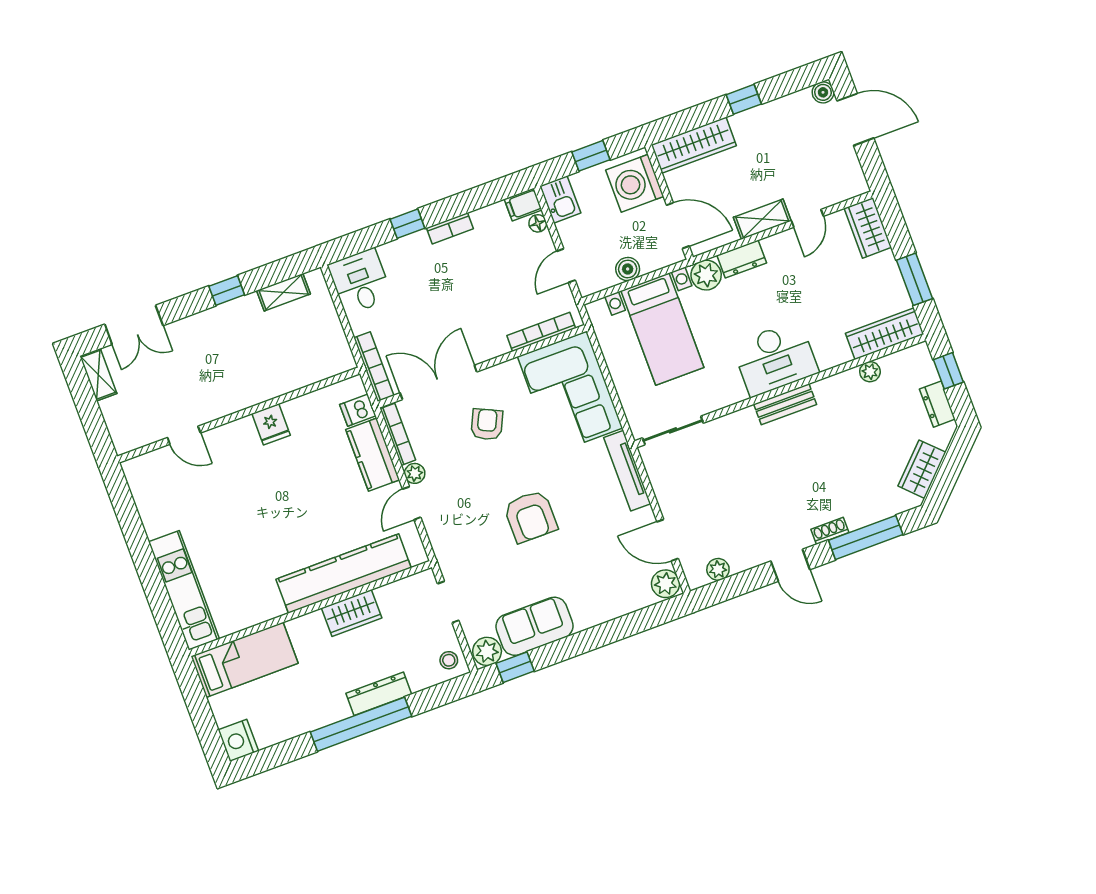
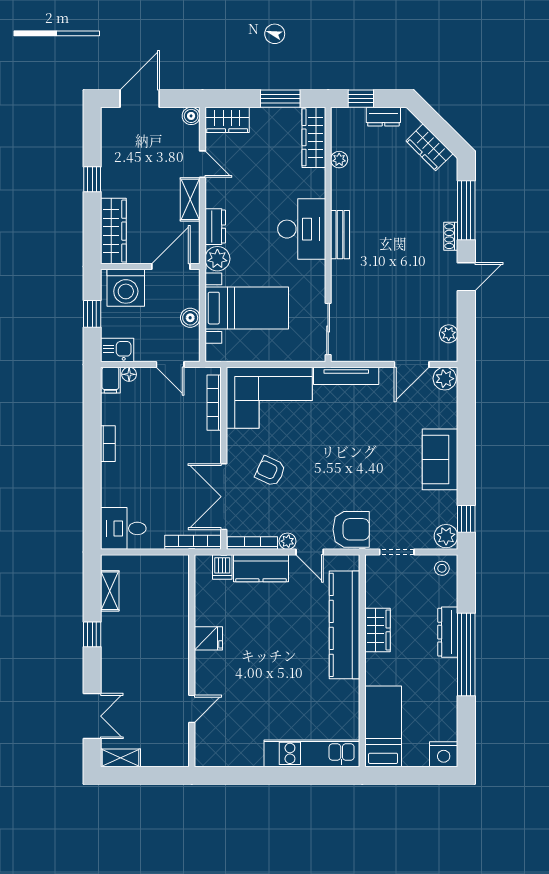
boiler: (823, 92) -> (191, 116), moved
window: (407, 224) -> (92, 475), removed
armchair: (530, 516) -> (351, 529), moved
sofa: (534, 626) -> (440, 459), moved

